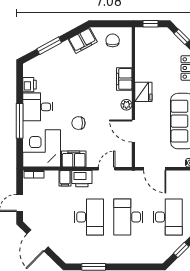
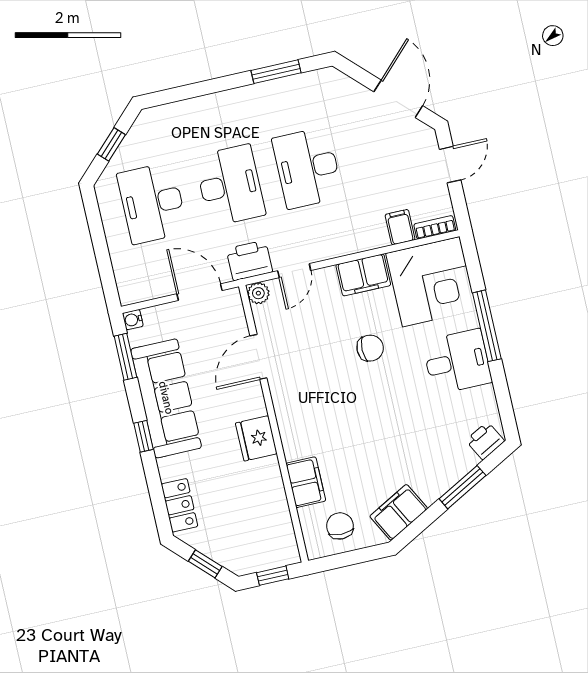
chair: (113, 40) -> (340, 526), turned 180
filing cabinet: (124, 79) -> (306, 482), moved
printer: (30, 85) -> (485, 441), moved, turned 62
plant: (126, 105) -> (258, 293), moved
door: (133, 131) -> (258, 357), swing flipped
filing cabinet: (65, 178) -> (400, 227), moved
printer: (82, 179) -> (249, 260), moved

